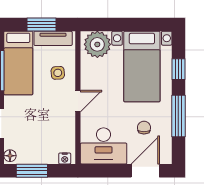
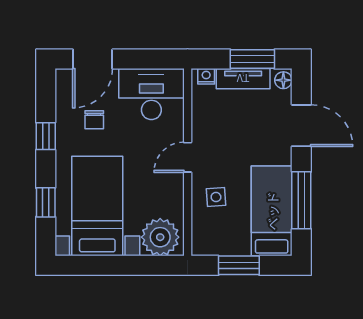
tv unit: (53, 38) -> (243, 79), moved, turned 180
window: (178, 116) -> (46, 136), width x0.46

